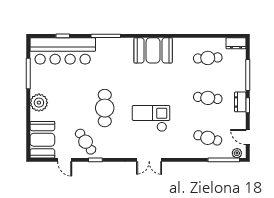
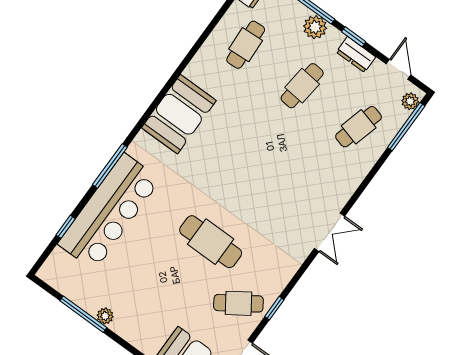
bar counter: (63, 51) -> (109, 212), moved
plant: (239, 84) -> (315, 27), added
dresser: (240, 102) -> (356, 54), moved
plant: (39, 103) -> (105, 316), moved, width x0.53, depth x0.53
checkout: (151, 118) -> (273, 187), removed
door: (248, 137) -> (399, 69), swing flipped

